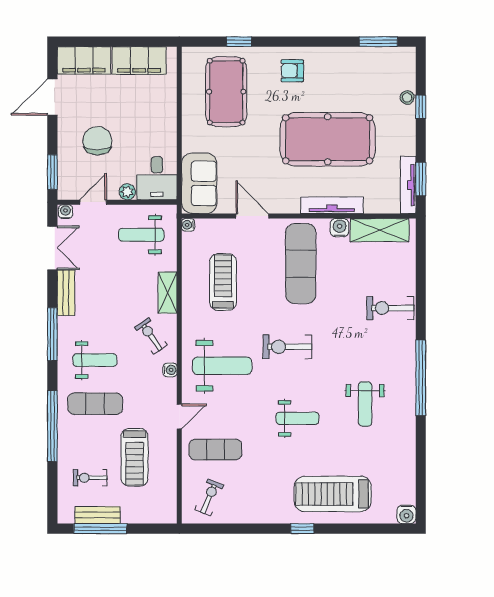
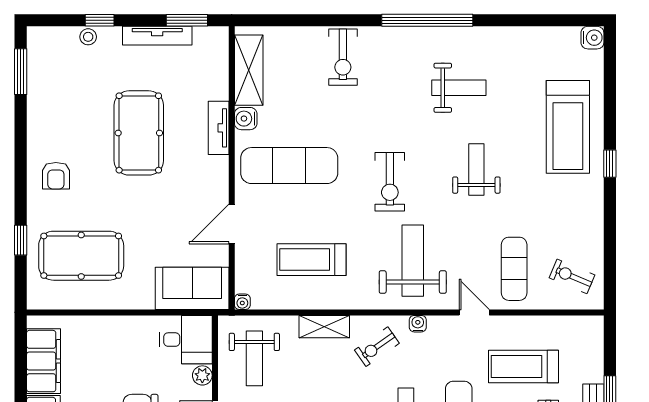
pool table: (328, 139) -> (139, 133), width x0.73, depth x0.76
tv unit: (408, 185) -> (157, 36), moved
tv unit: (332, 205) -> (219, 128), width x0.71
treadmill: (135, 457) -> (523, 366), turned 180

